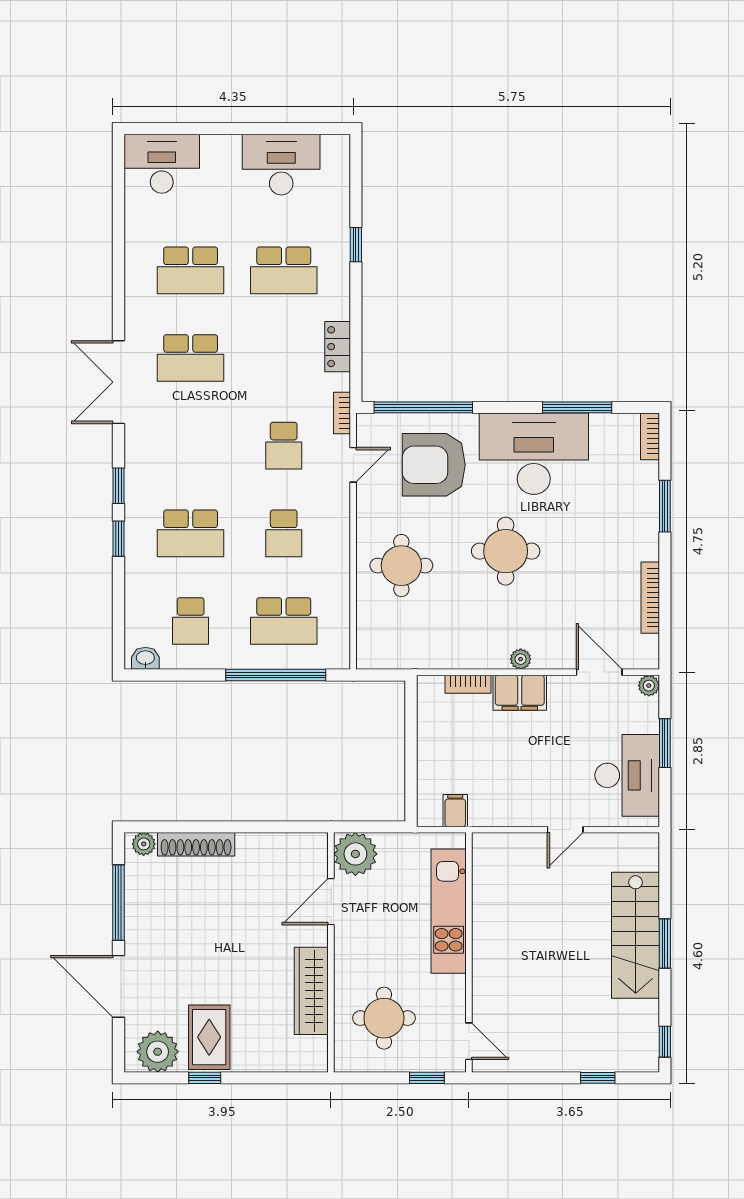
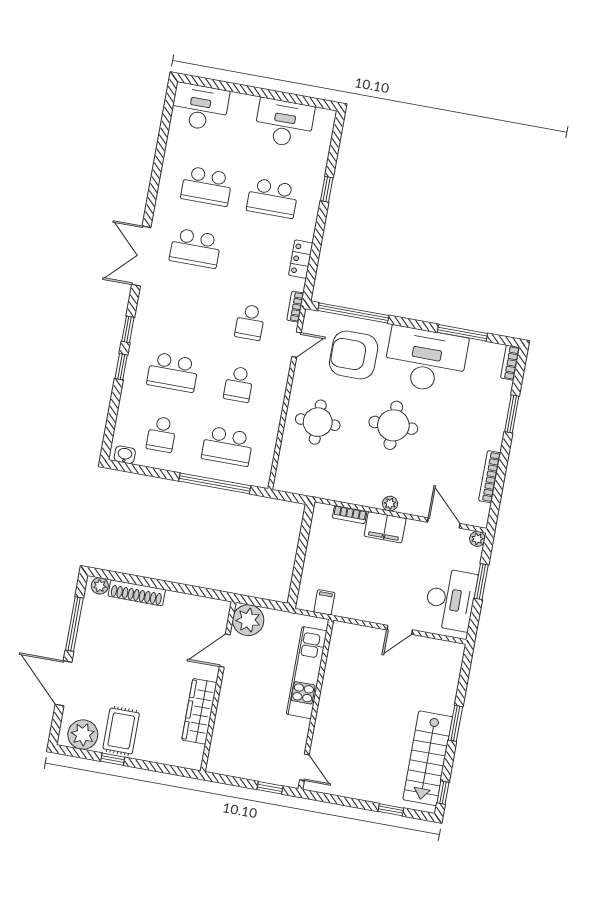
stairs: (636, 935) -> (428, 758), moved
round table: (384, 1018) -> (247, 740), removed

